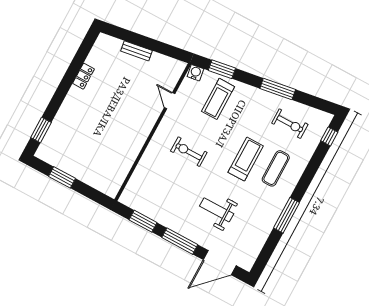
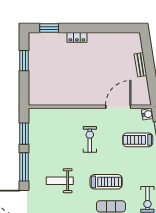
locker: (83, 76) -> (77, 37), moved
door: (170, 101) -> (118, 107), width x1.88
weight bench: (217, 210) -> (60, 181), turned -90

